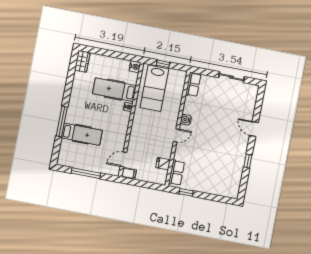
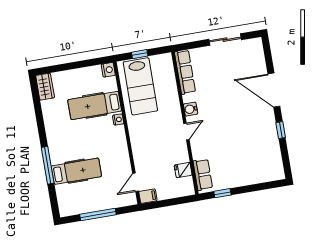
row of seats: (193, 85) -> (185, 72), width x1.48
door: (254, 129) -> (274, 90), width x1.87

